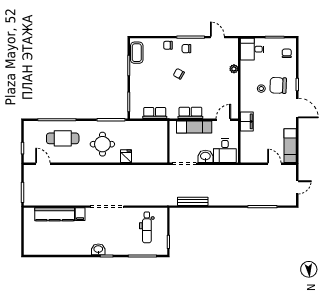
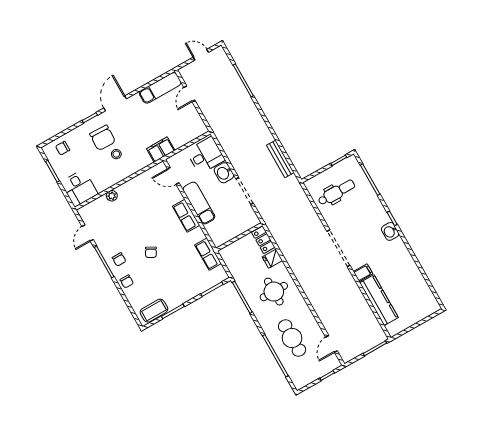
wall: (168, 142) -> (239, 237), moved
locker: (143, 157) -> (263, 240), added

